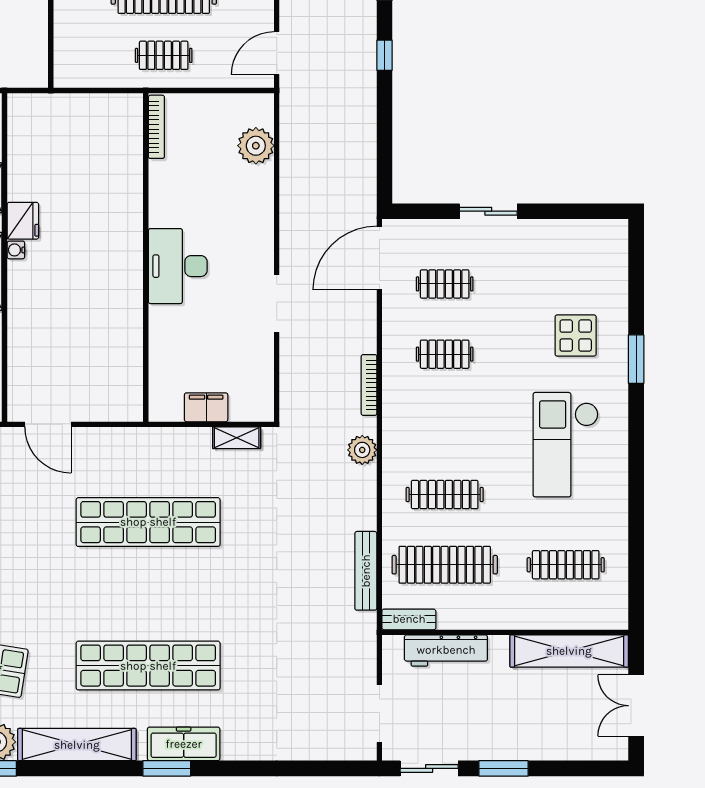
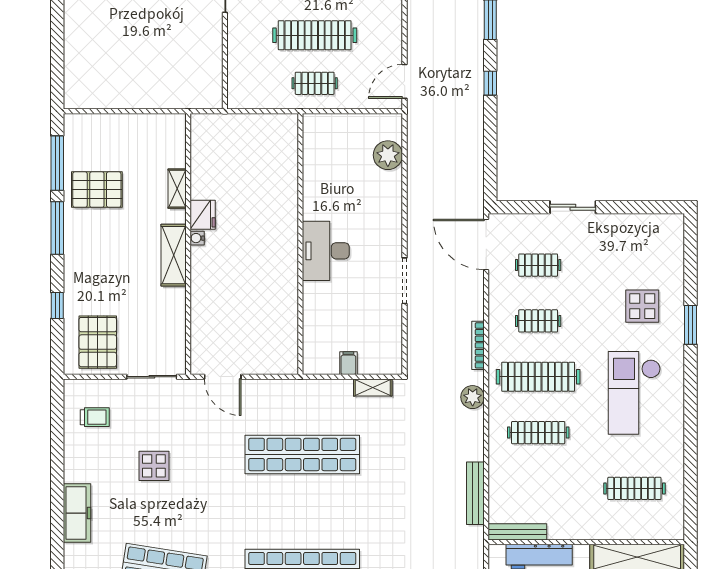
bookcase: (156, 127) -> (309, 140), removed
door: (379, 258) -> (486, 244), hinge flipped
filing cabinet: (206, 407) -> (348, 363), width x0.50
clothes rail: (445, 565) -> (538, 377), moved
bench: (409, 619) -> (517, 532), width x1.36

